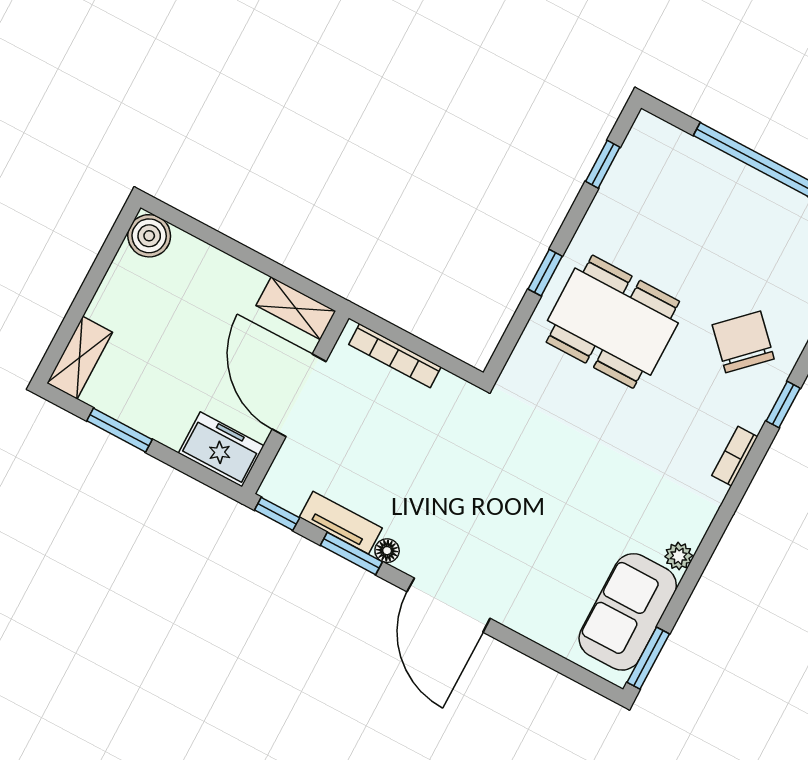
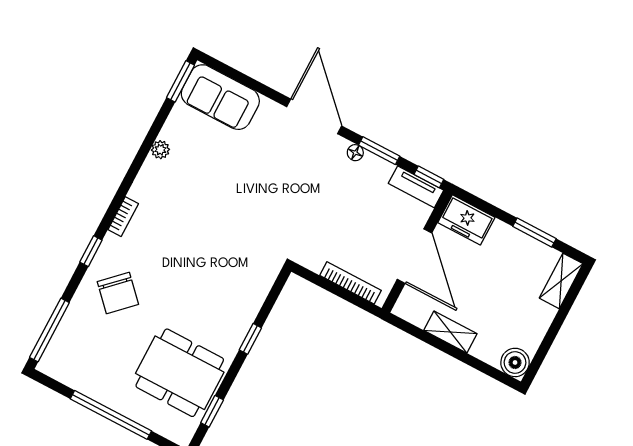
shelving: (296, 308) -> (450, 332), moved
dining table: (613, 322) -> (180, 373), moved
tv unit: (341, 523) -> (416, 187), moved
sofa: (628, 612) -> (220, 97), moved, turned 90

